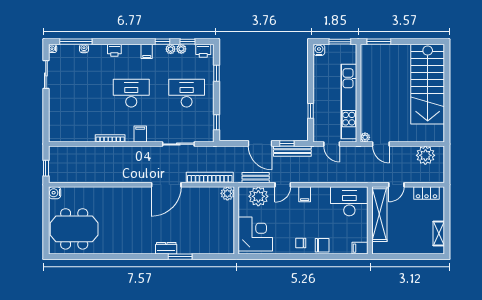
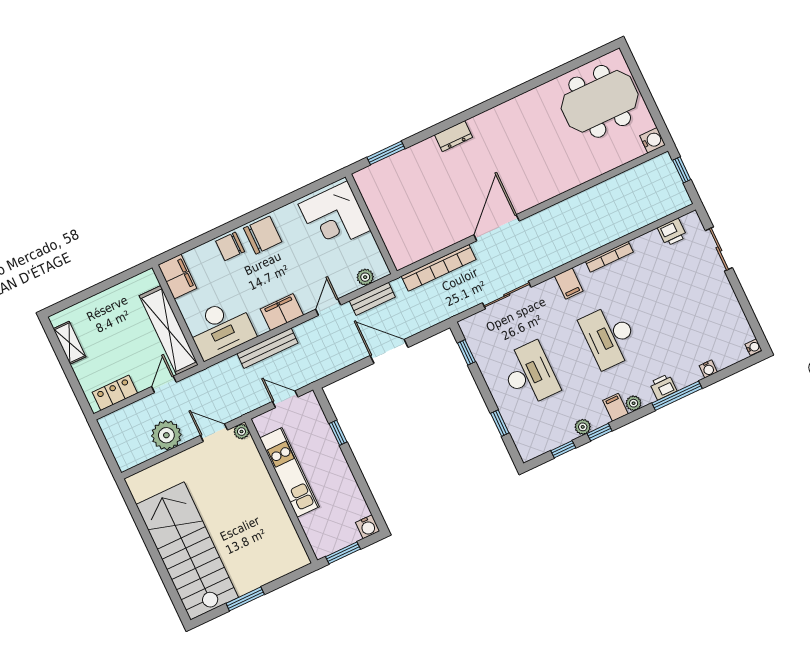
window: (76, 42) -> (677, 396), moved
window: (379, 42) -> (245, 599), moved
plant: (181, 49) -> (634, 403), moved
printer: (203, 51) -> (672, 232), moved, turned 180
sliding door: (46, 74) -> (719, 249), moved
desk: (131, 93) -> (610, 336), turned 90
desk: (187, 93) -> (530, 374), turned -90
kitchen unit: (349, 101) -> (289, 472), width x0.73
window: (287, 143) -> (350, 370), removed
bench: (292, 151) -> (267, 348), moved
plant: (425, 155) -> (166, 435), moved
plant: (227, 193) -> (402, 257), removed
filing cabinet: (305, 194) -> (282, 312), width x2.00
plant: (258, 196) -> (365, 277), width x0.53, depth x0.53
chair: (301, 243) -> (263, 235), width x1.87, depth x1.87
filing cabinet: (360, 248) -> (177, 277), width x2.00
window: (180, 257) -> (386, 153), moved

